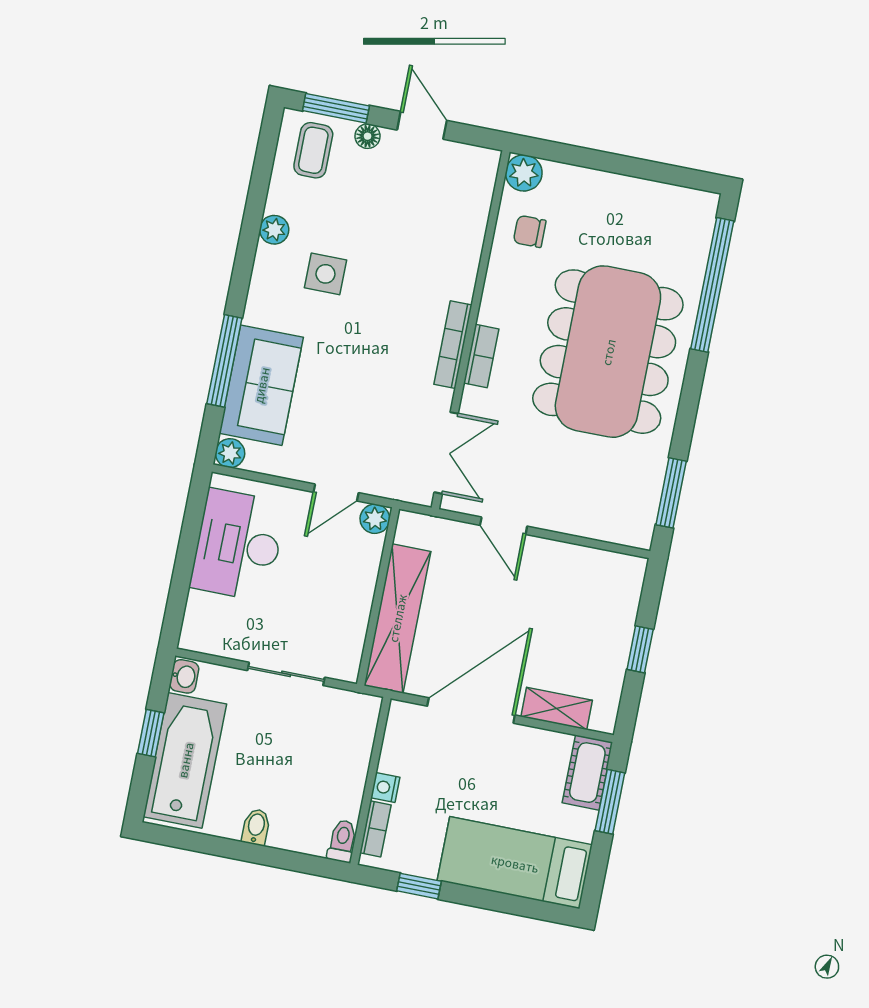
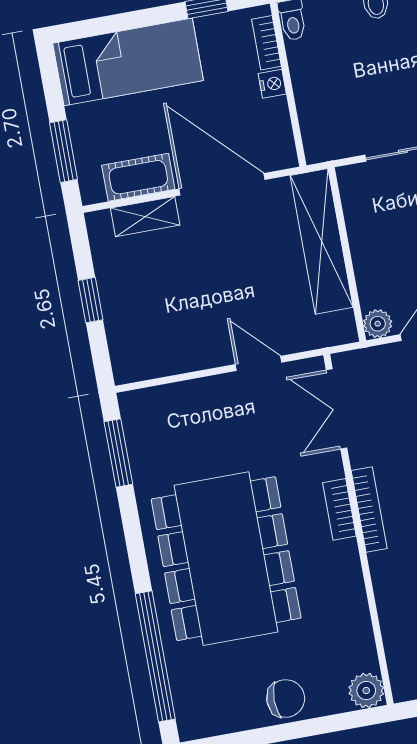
chair: (530, 231) -> (286, 698), moved, width x1.37, depth x1.37
door: (471, 711) -> (222, 184), swing flipped
cot: (587, 773) -> (138, 177), moved, turned 90

